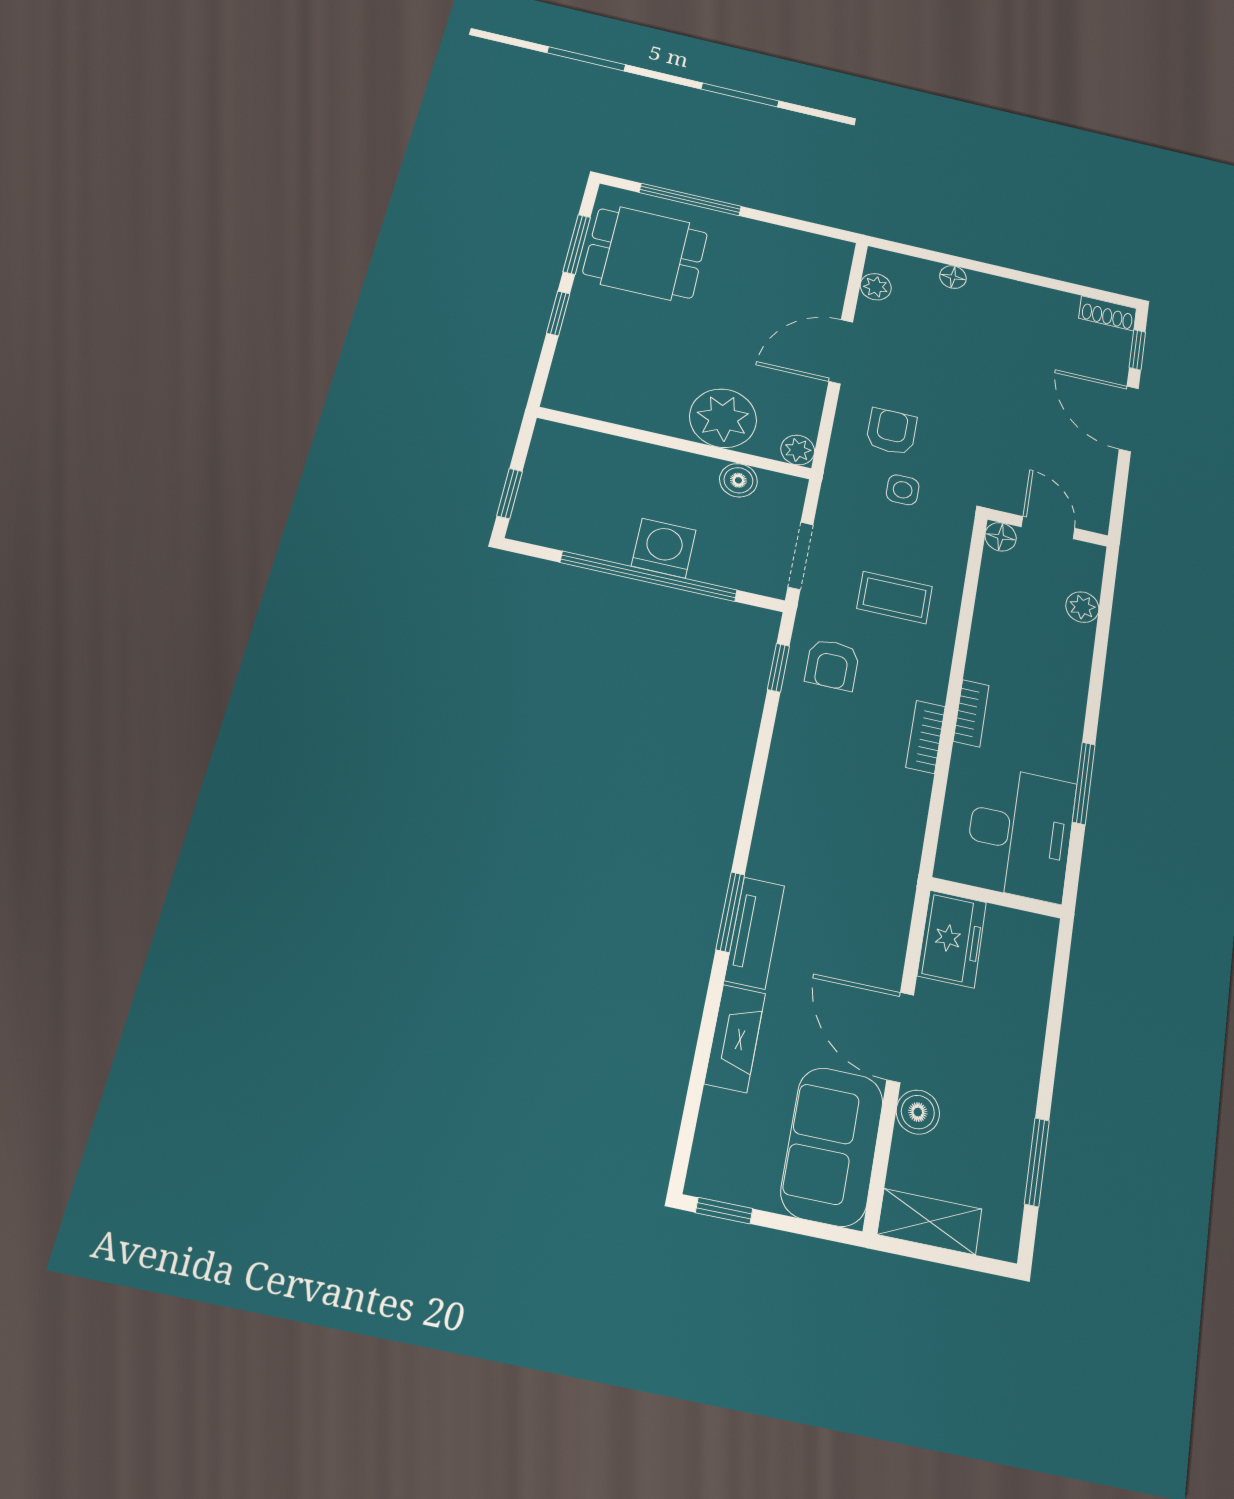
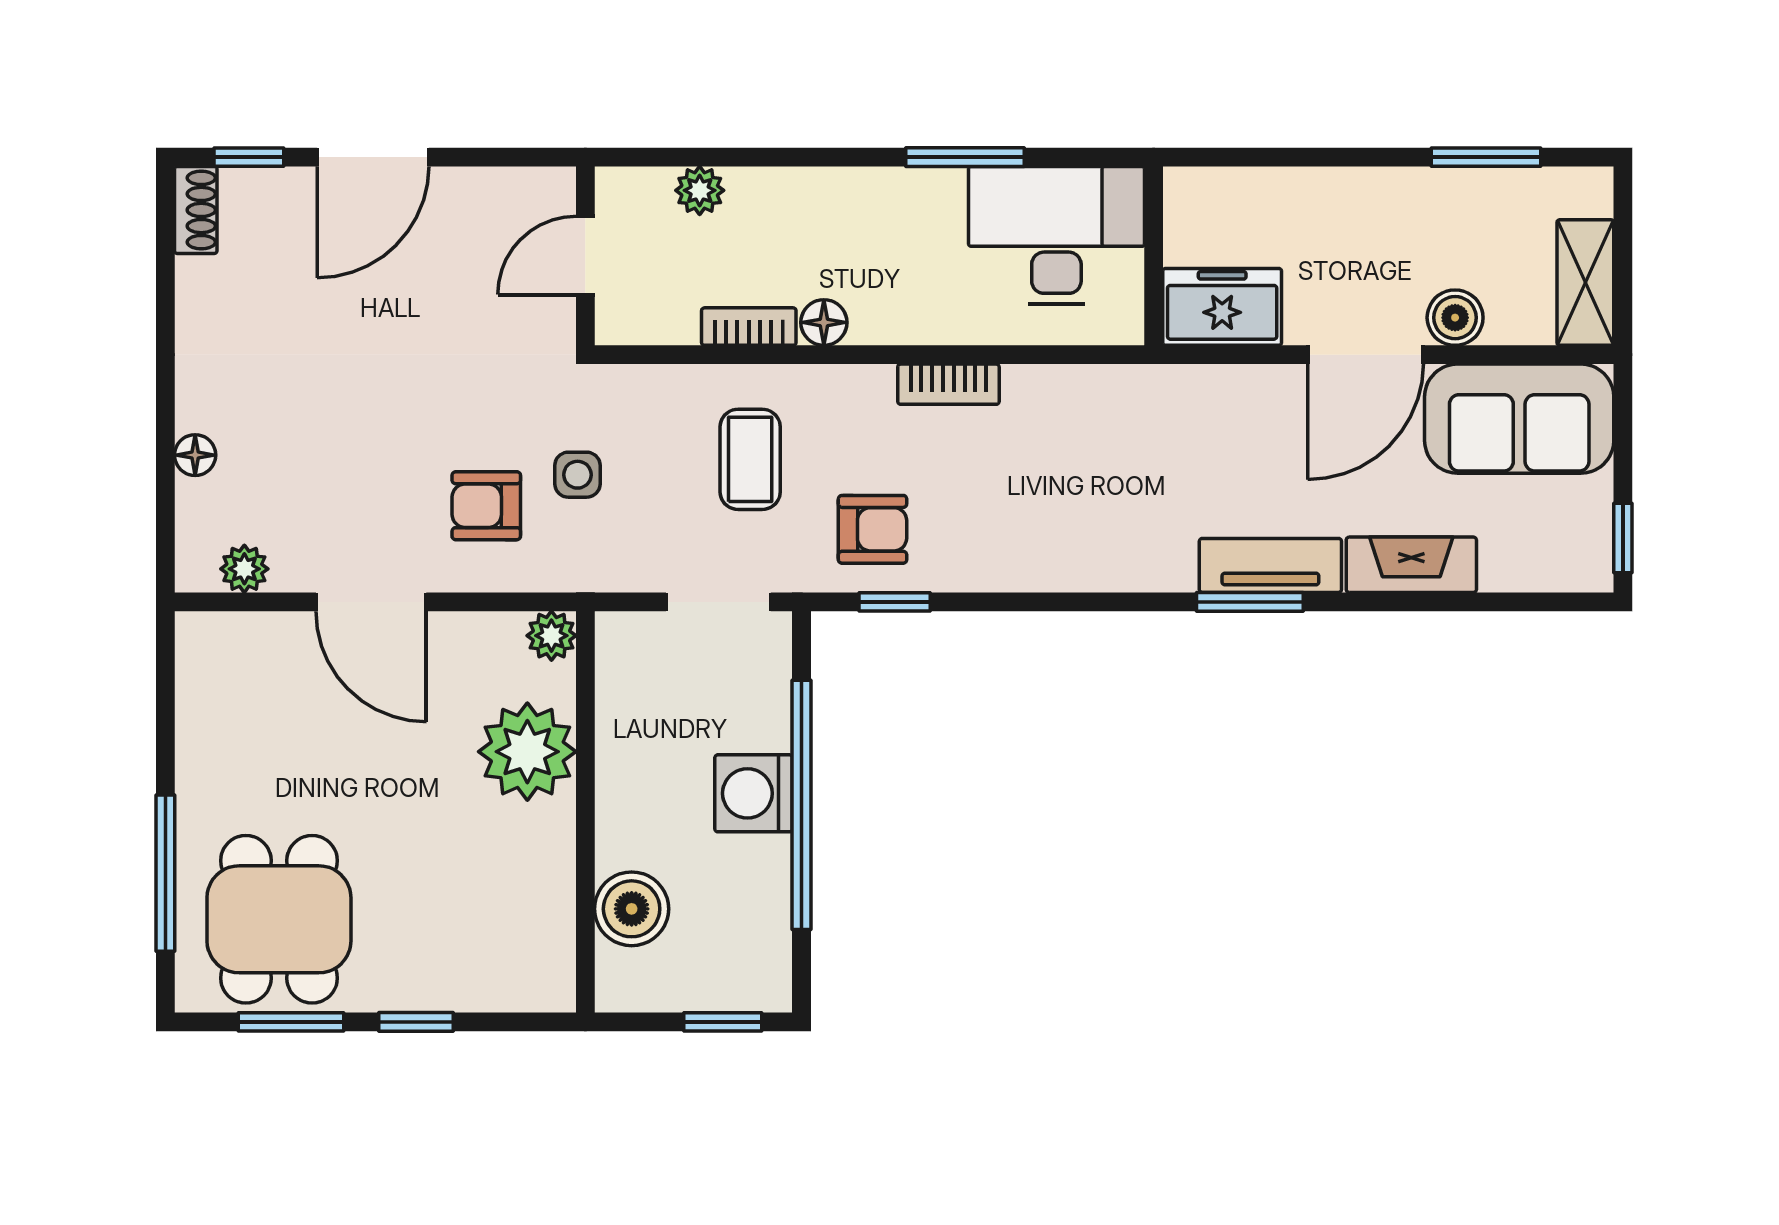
boiler: (738, 480) -> (632, 909), moved, width x1.36, depth x1.36
floor lamp: (1001, 537) -> (824, 322), moved
bookcase: (971, 713) -> (749, 327), moved

